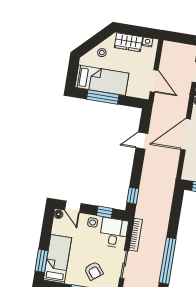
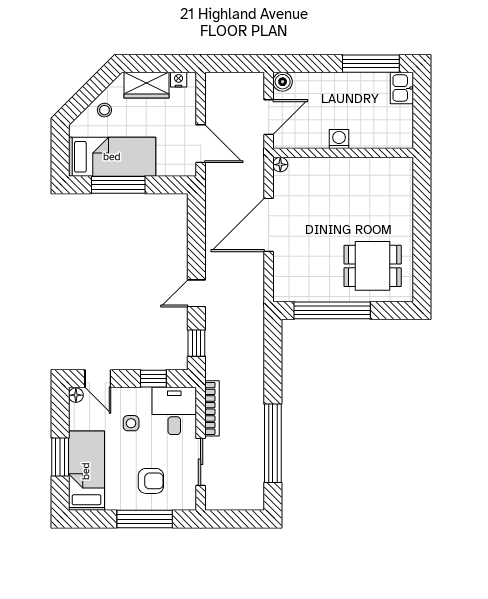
door: (142, 141) -> (196, 293), moved
side table: (93, 222) -> (131, 423), moved
window: (42, 261) -> (60, 457), moved
armchair: (94, 271) -> (151, 481), turned -52

